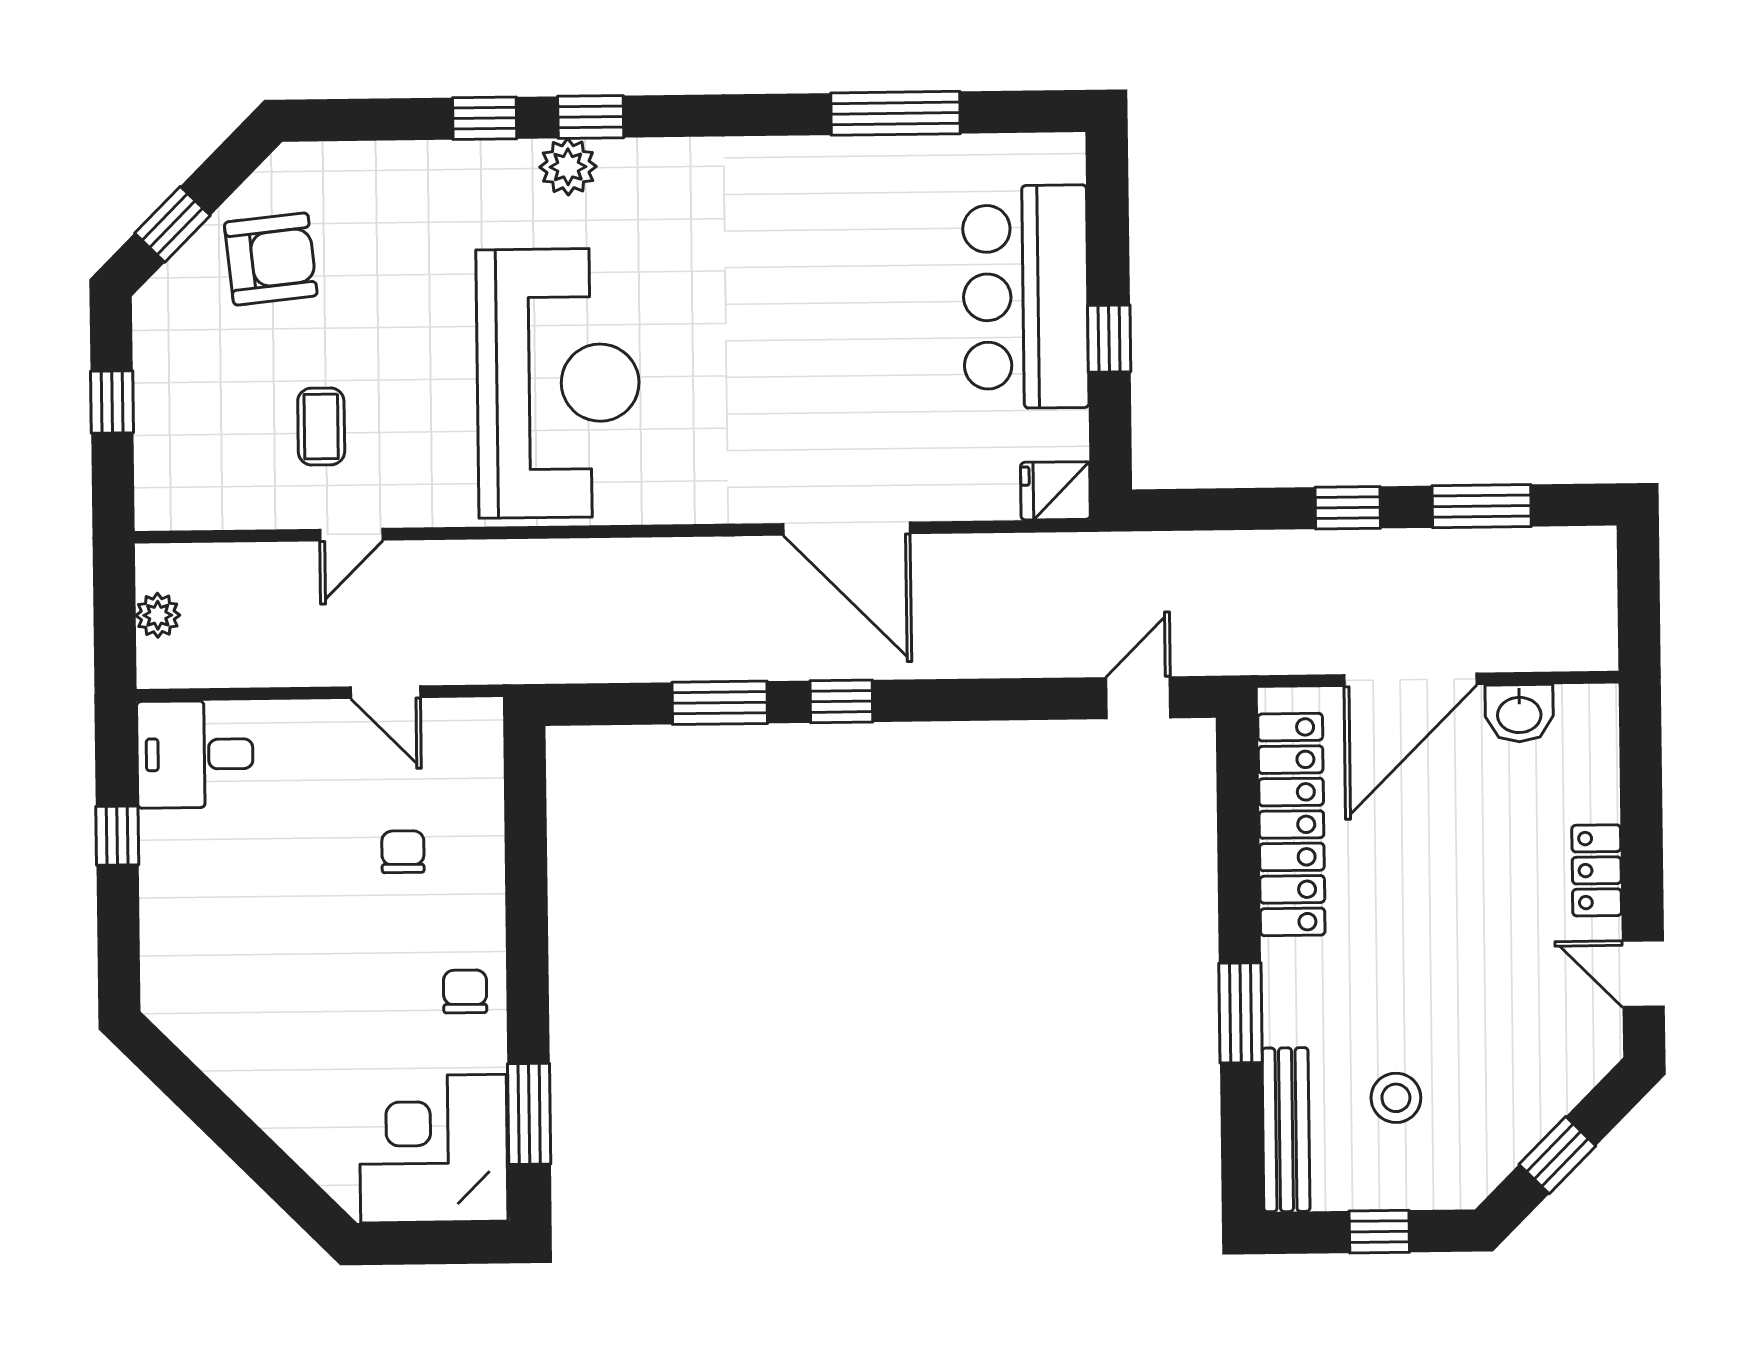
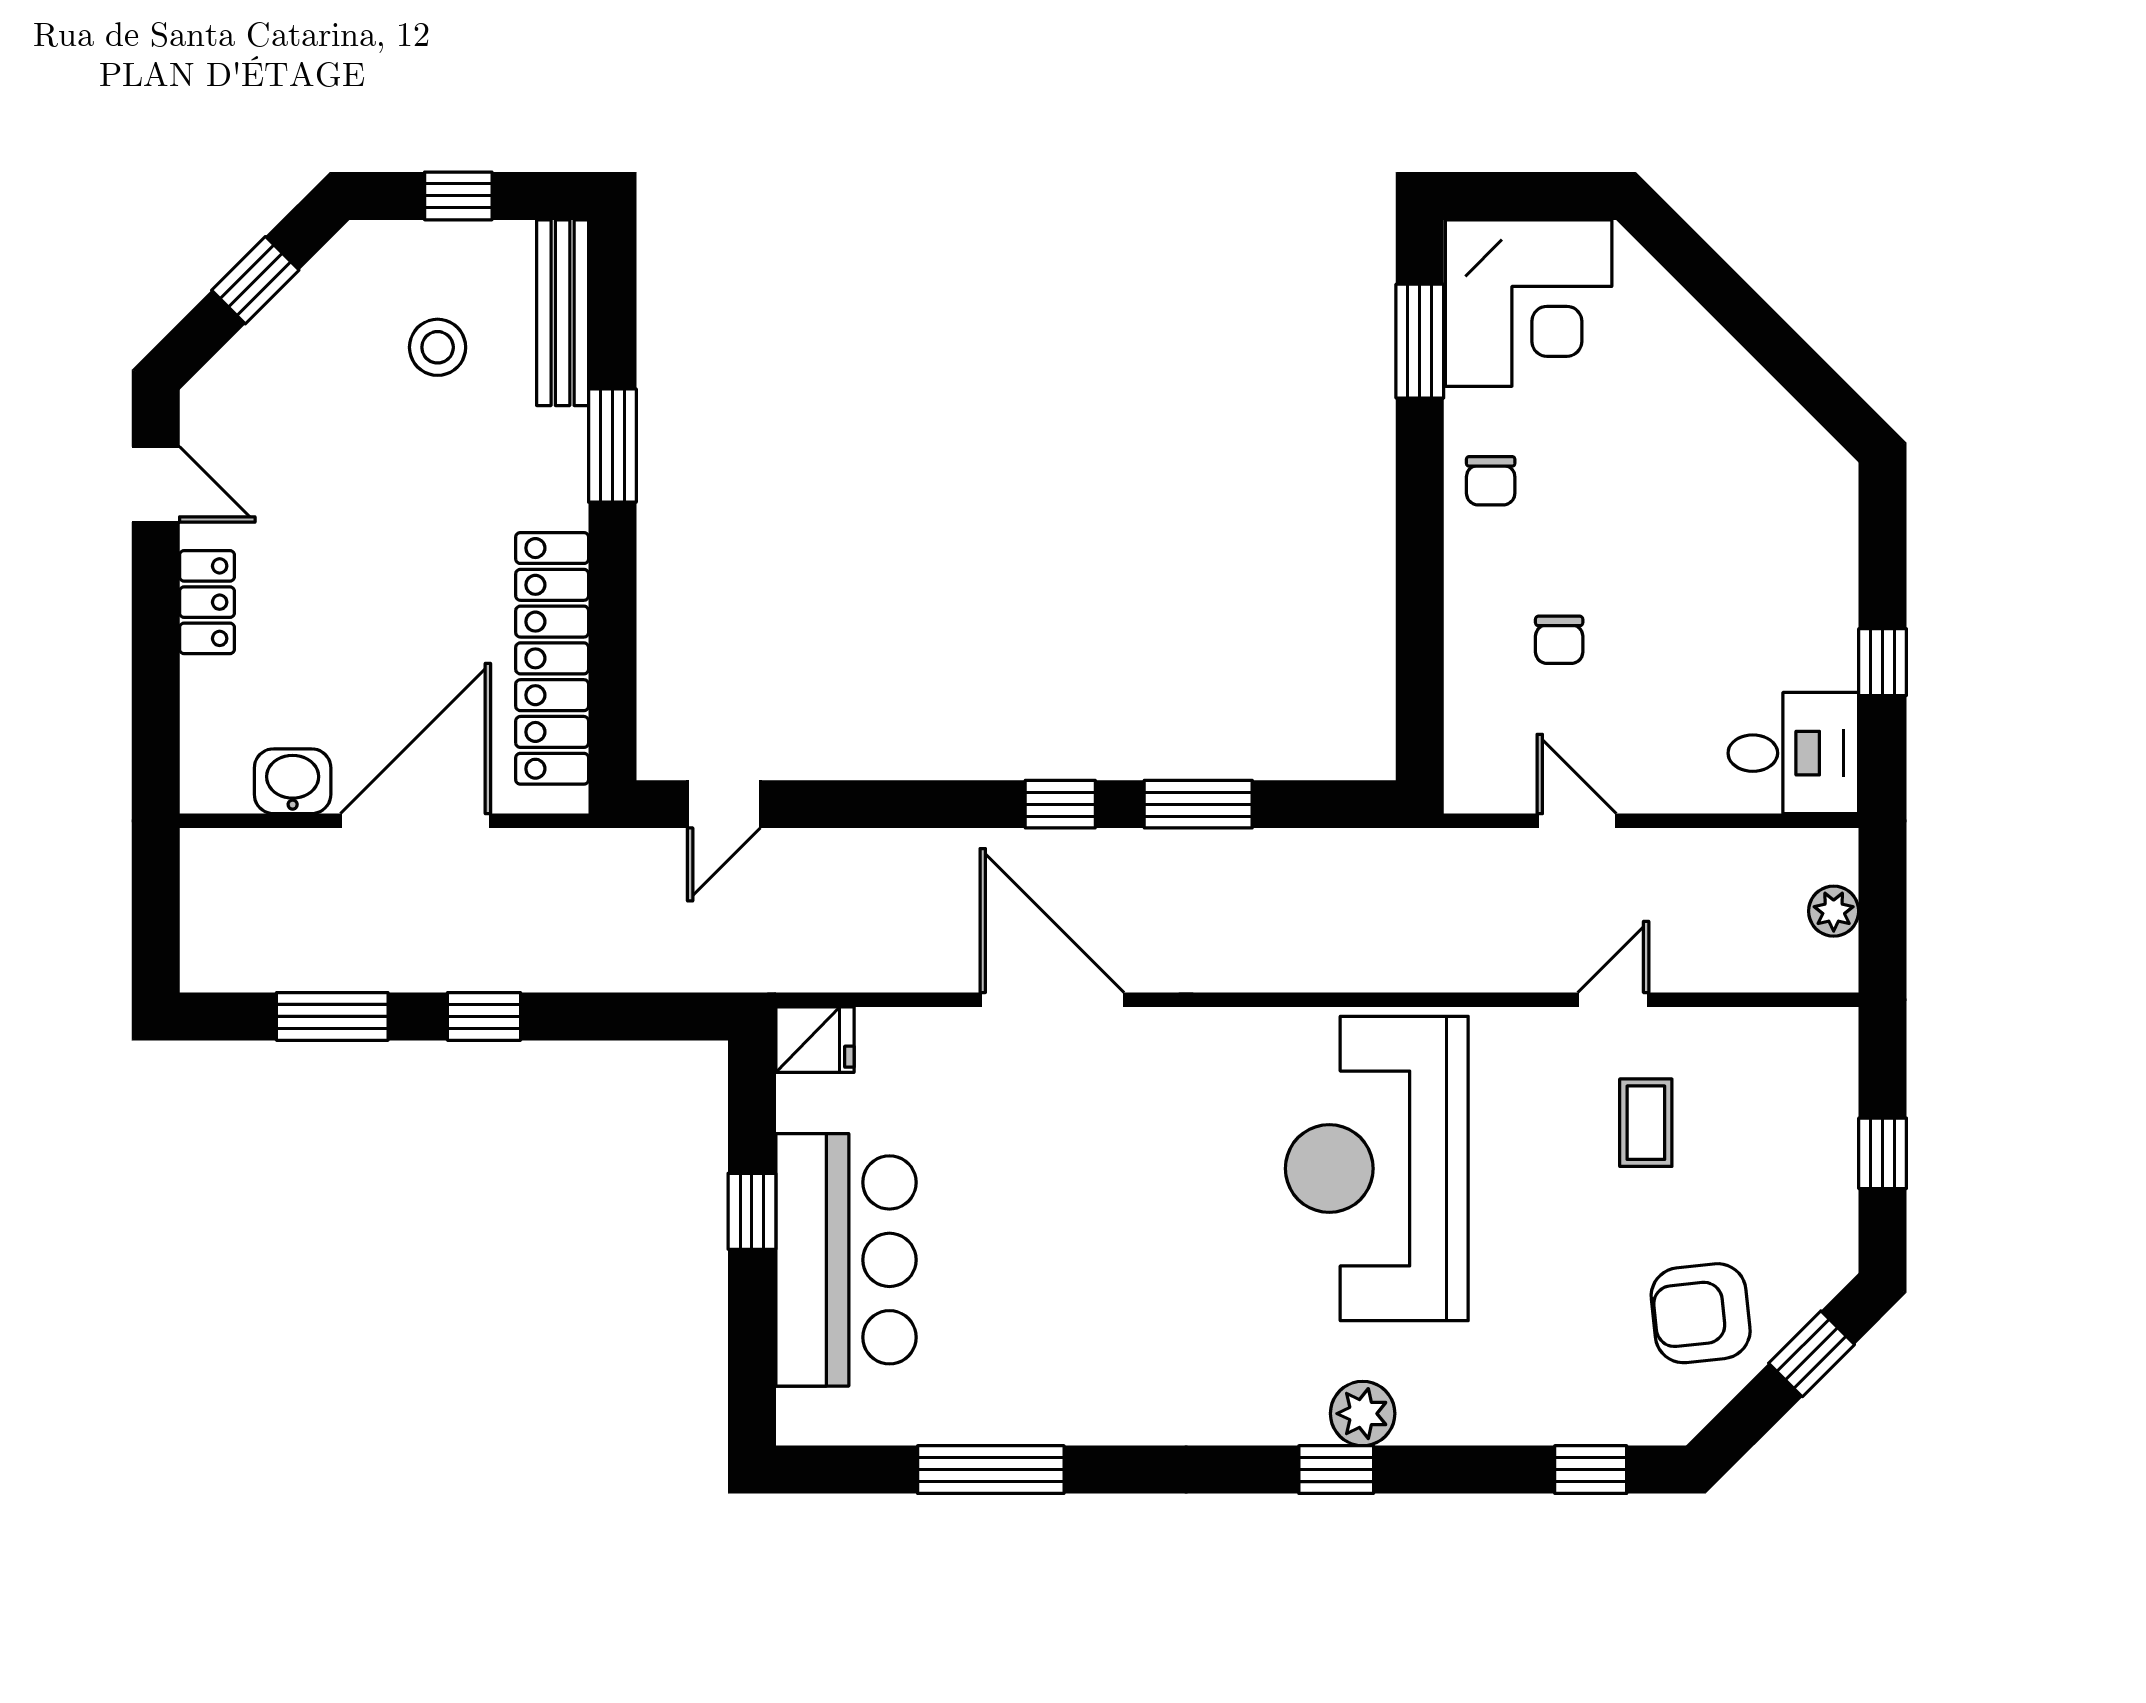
window: (485, 118) -> (1591, 1470), moved

